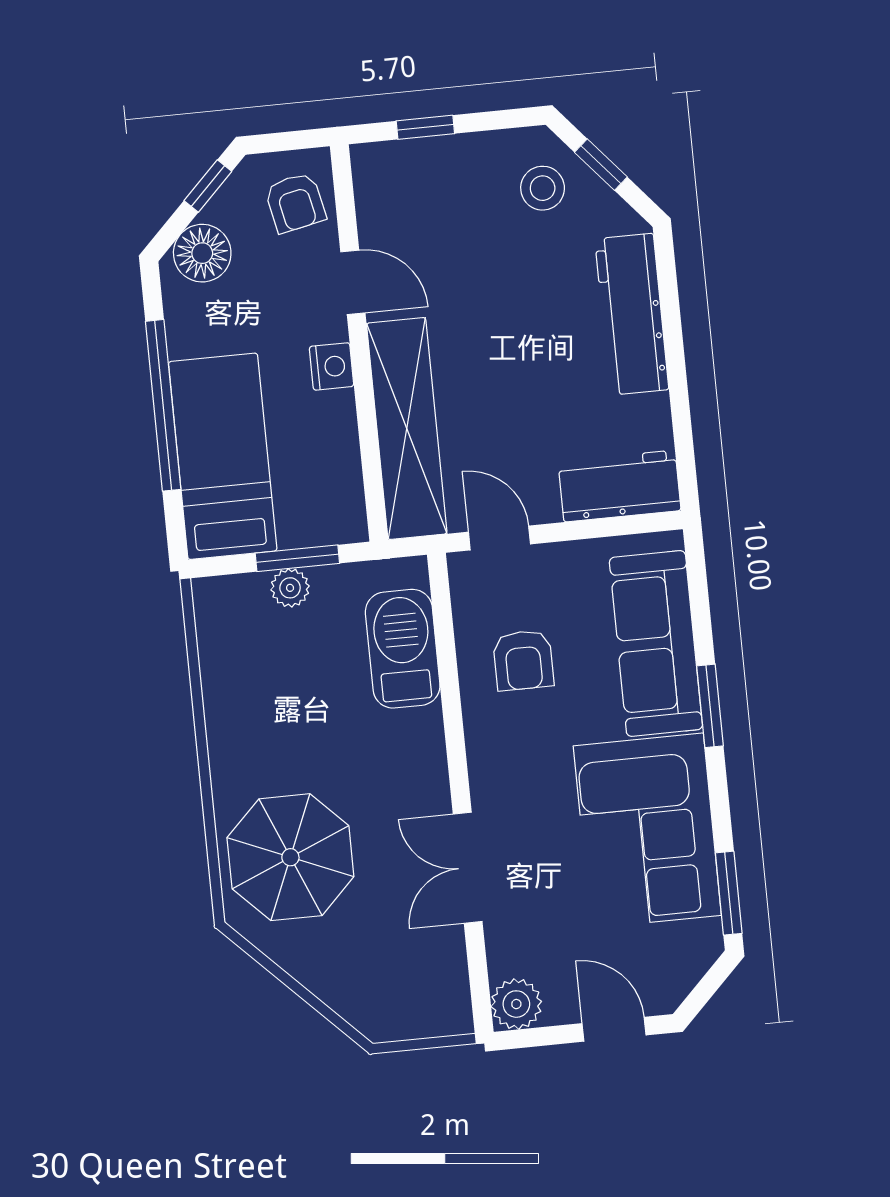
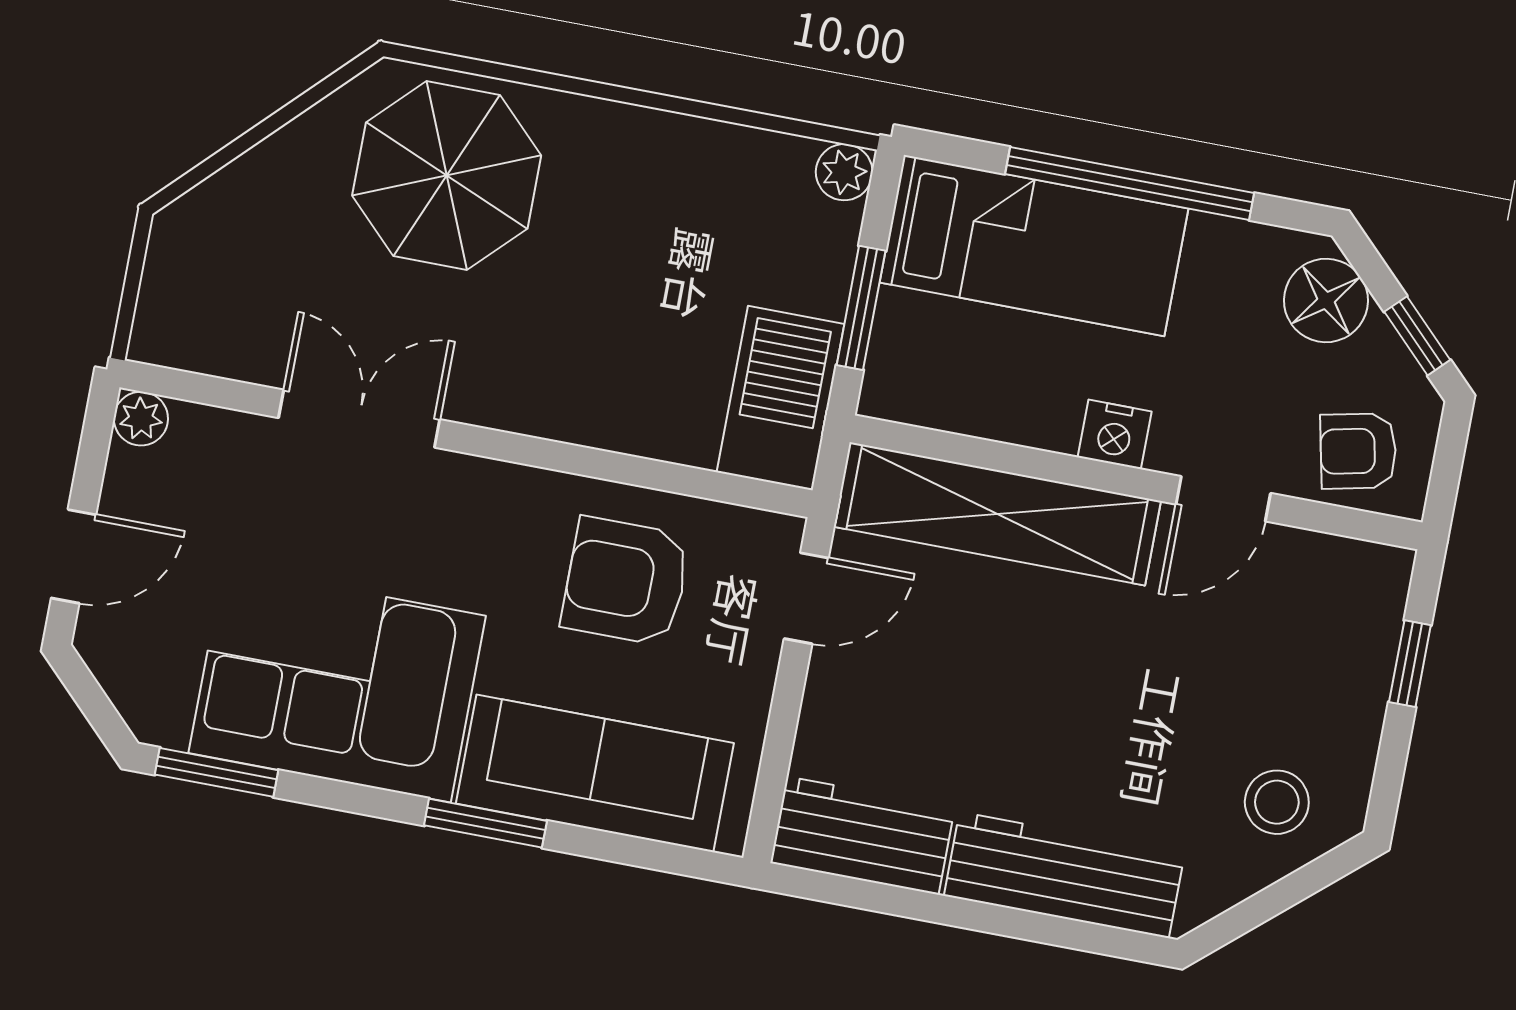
window: (601, 165) -> (1286, 893), removed
workbench: (619, 486) -> (862, 835), moved, turned -90
plant: (290, 588) -> (844, 172), moved
barbecue: (403, 649) -> (780, 398), moved, turned -90
armchair: (523, 660) -> (626, 581), width x1.38, depth x1.38
plant: (516, 1004) -> (141, 419), width x0.73, depth x0.73

